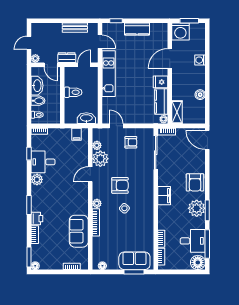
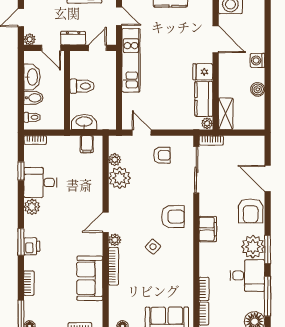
door: (170, 58) -> (216, 39), swing flipped
washing machine: (200, 60) -> (257, 60), moved
washbasin: (86, 118) -> (84, 122), moved
door: (207, 140) -> (268, 178), moved
door: (90, 174) -> (106, 222), moved
armchair: (120, 185) -> (173, 217), moved
printer: (37, 219) -> (32, 246), moved
desk: (193, 241) -> (247, 275), moved

